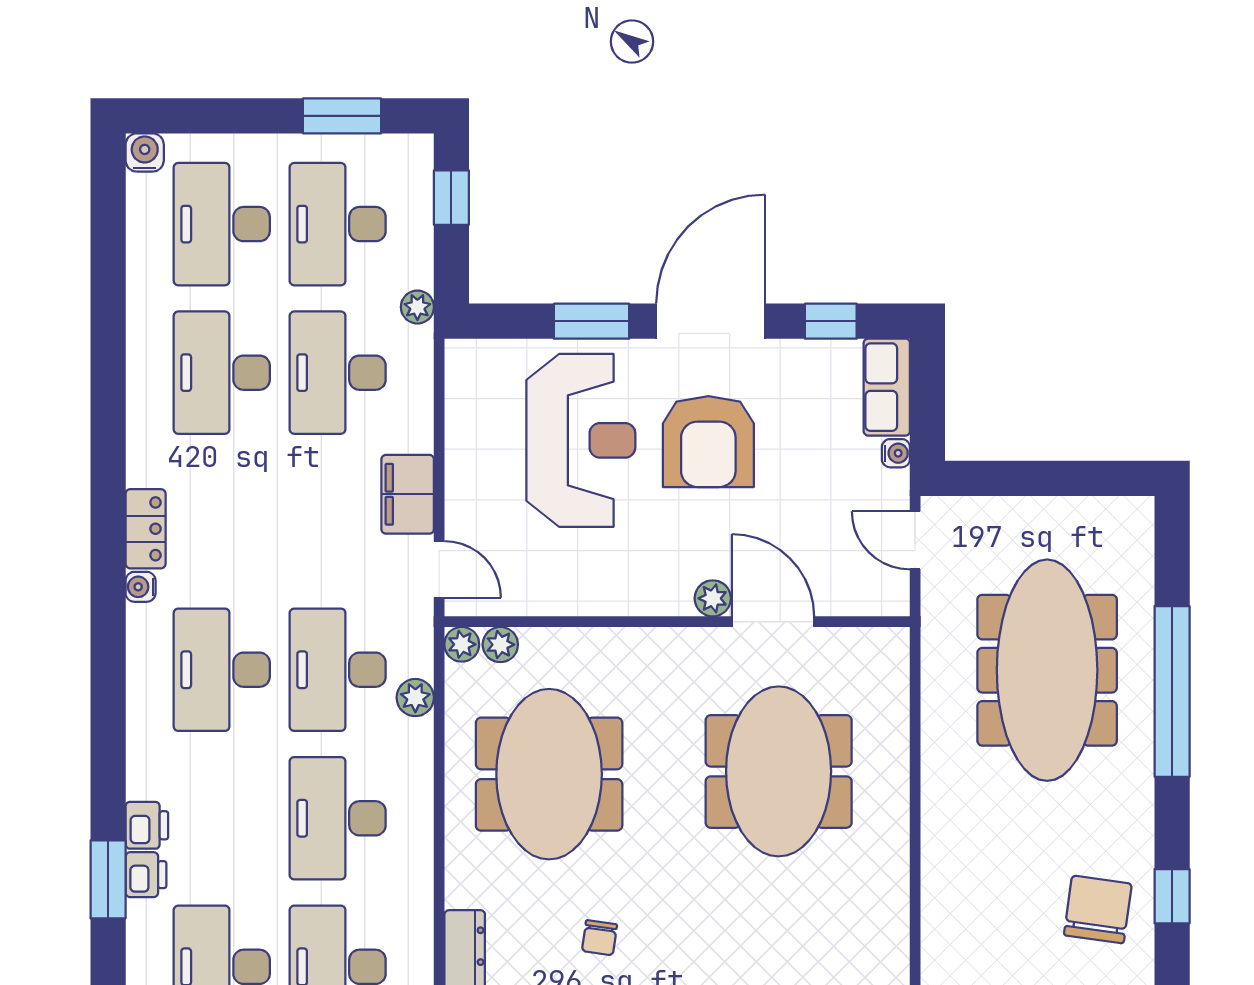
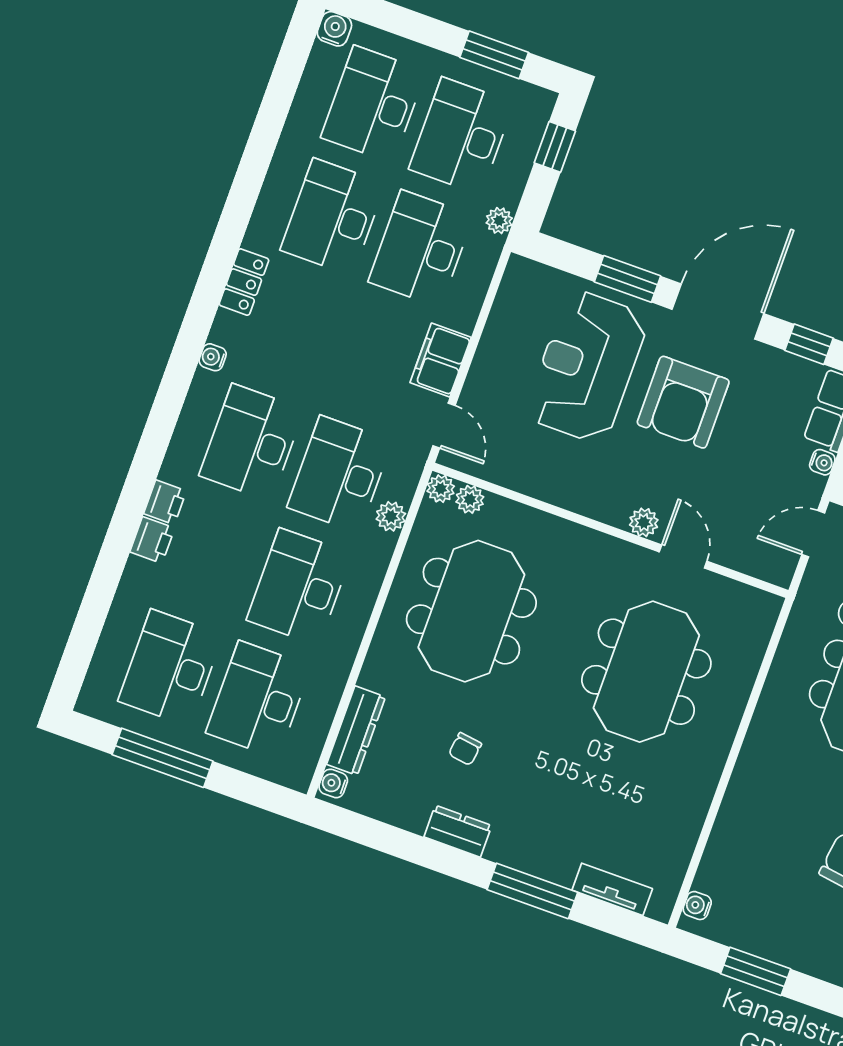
reception desk: (581, 440) -> (587, 366), turned 180
locker: (146, 529) -> (244, 282), moved
door: (915, 540) -> (813, 534), hinge flipped
door: (773, 622) -> (683, 557), width x0.73
printer: (146, 875) -> (165, 502), moved
window: (108, 879) -> (108, 570), removed

